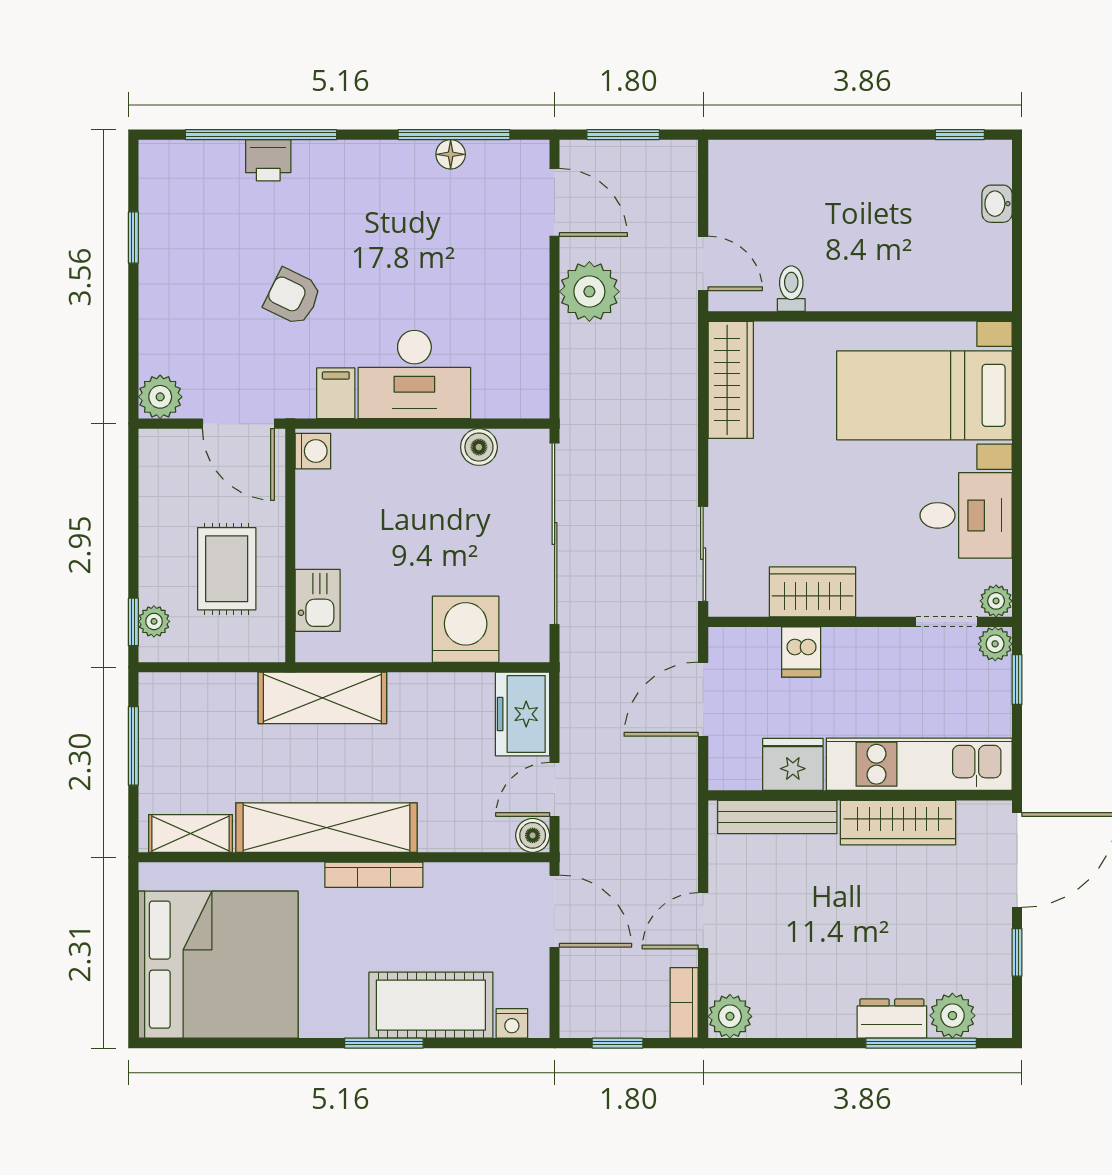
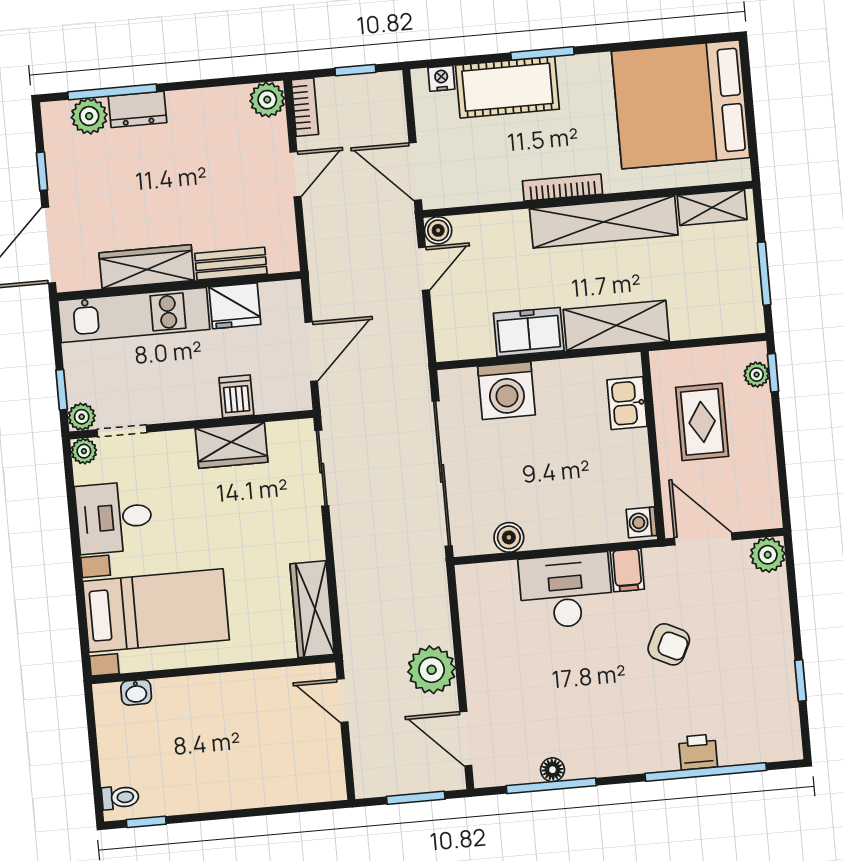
washbasin: (997, 204) -> (136, 692), moved, turned 90
toilet: (791, 289) -> (120, 797), moved, turned -90
freezer: (522, 714) -> (529, 332), moved, turned -90
bench: (777, 817) -> (231, 264), width x0.73

